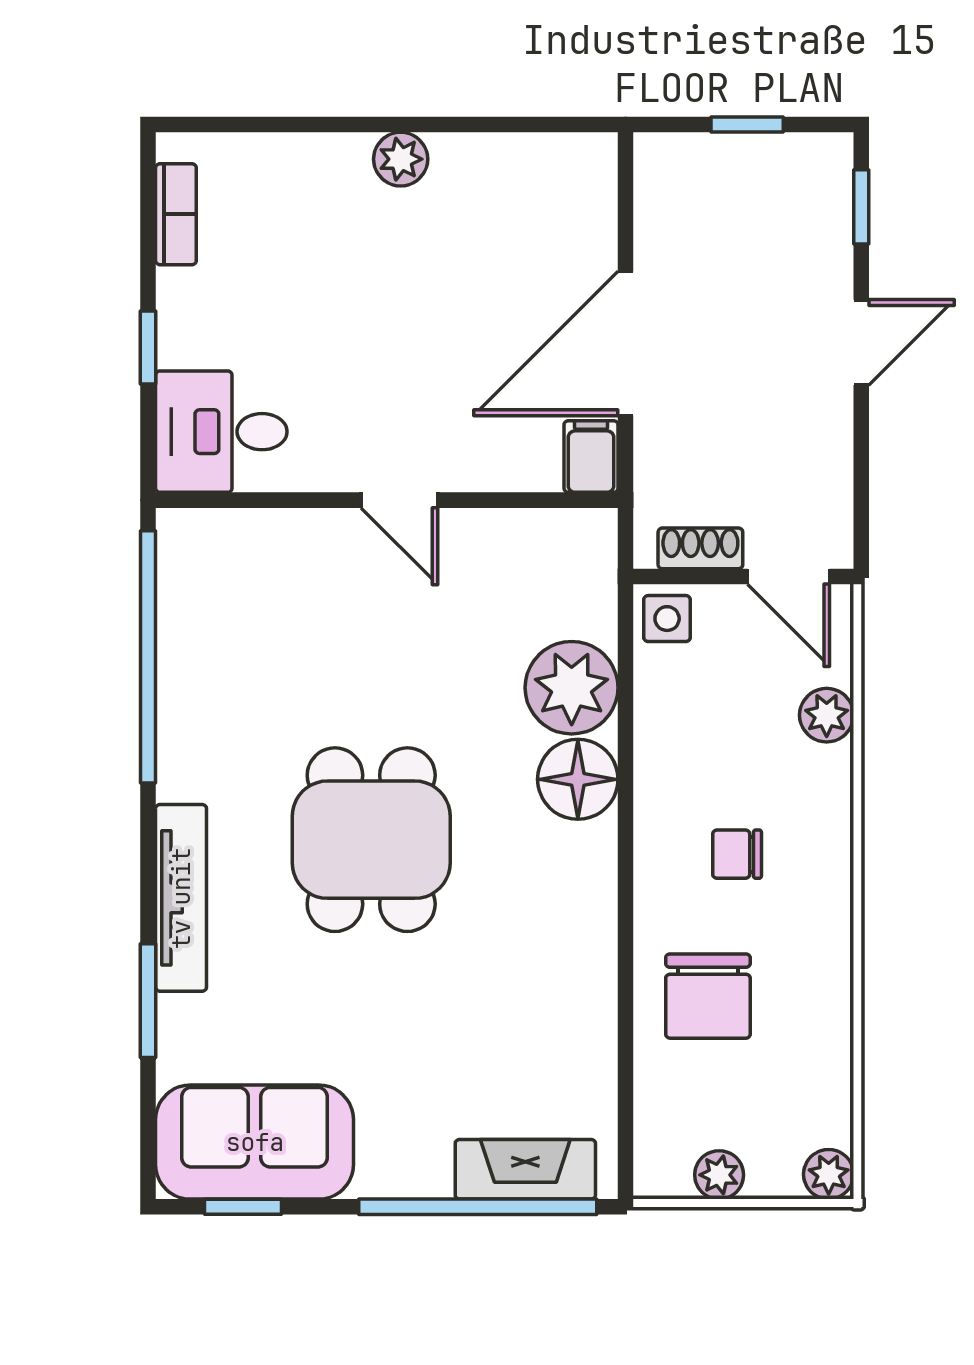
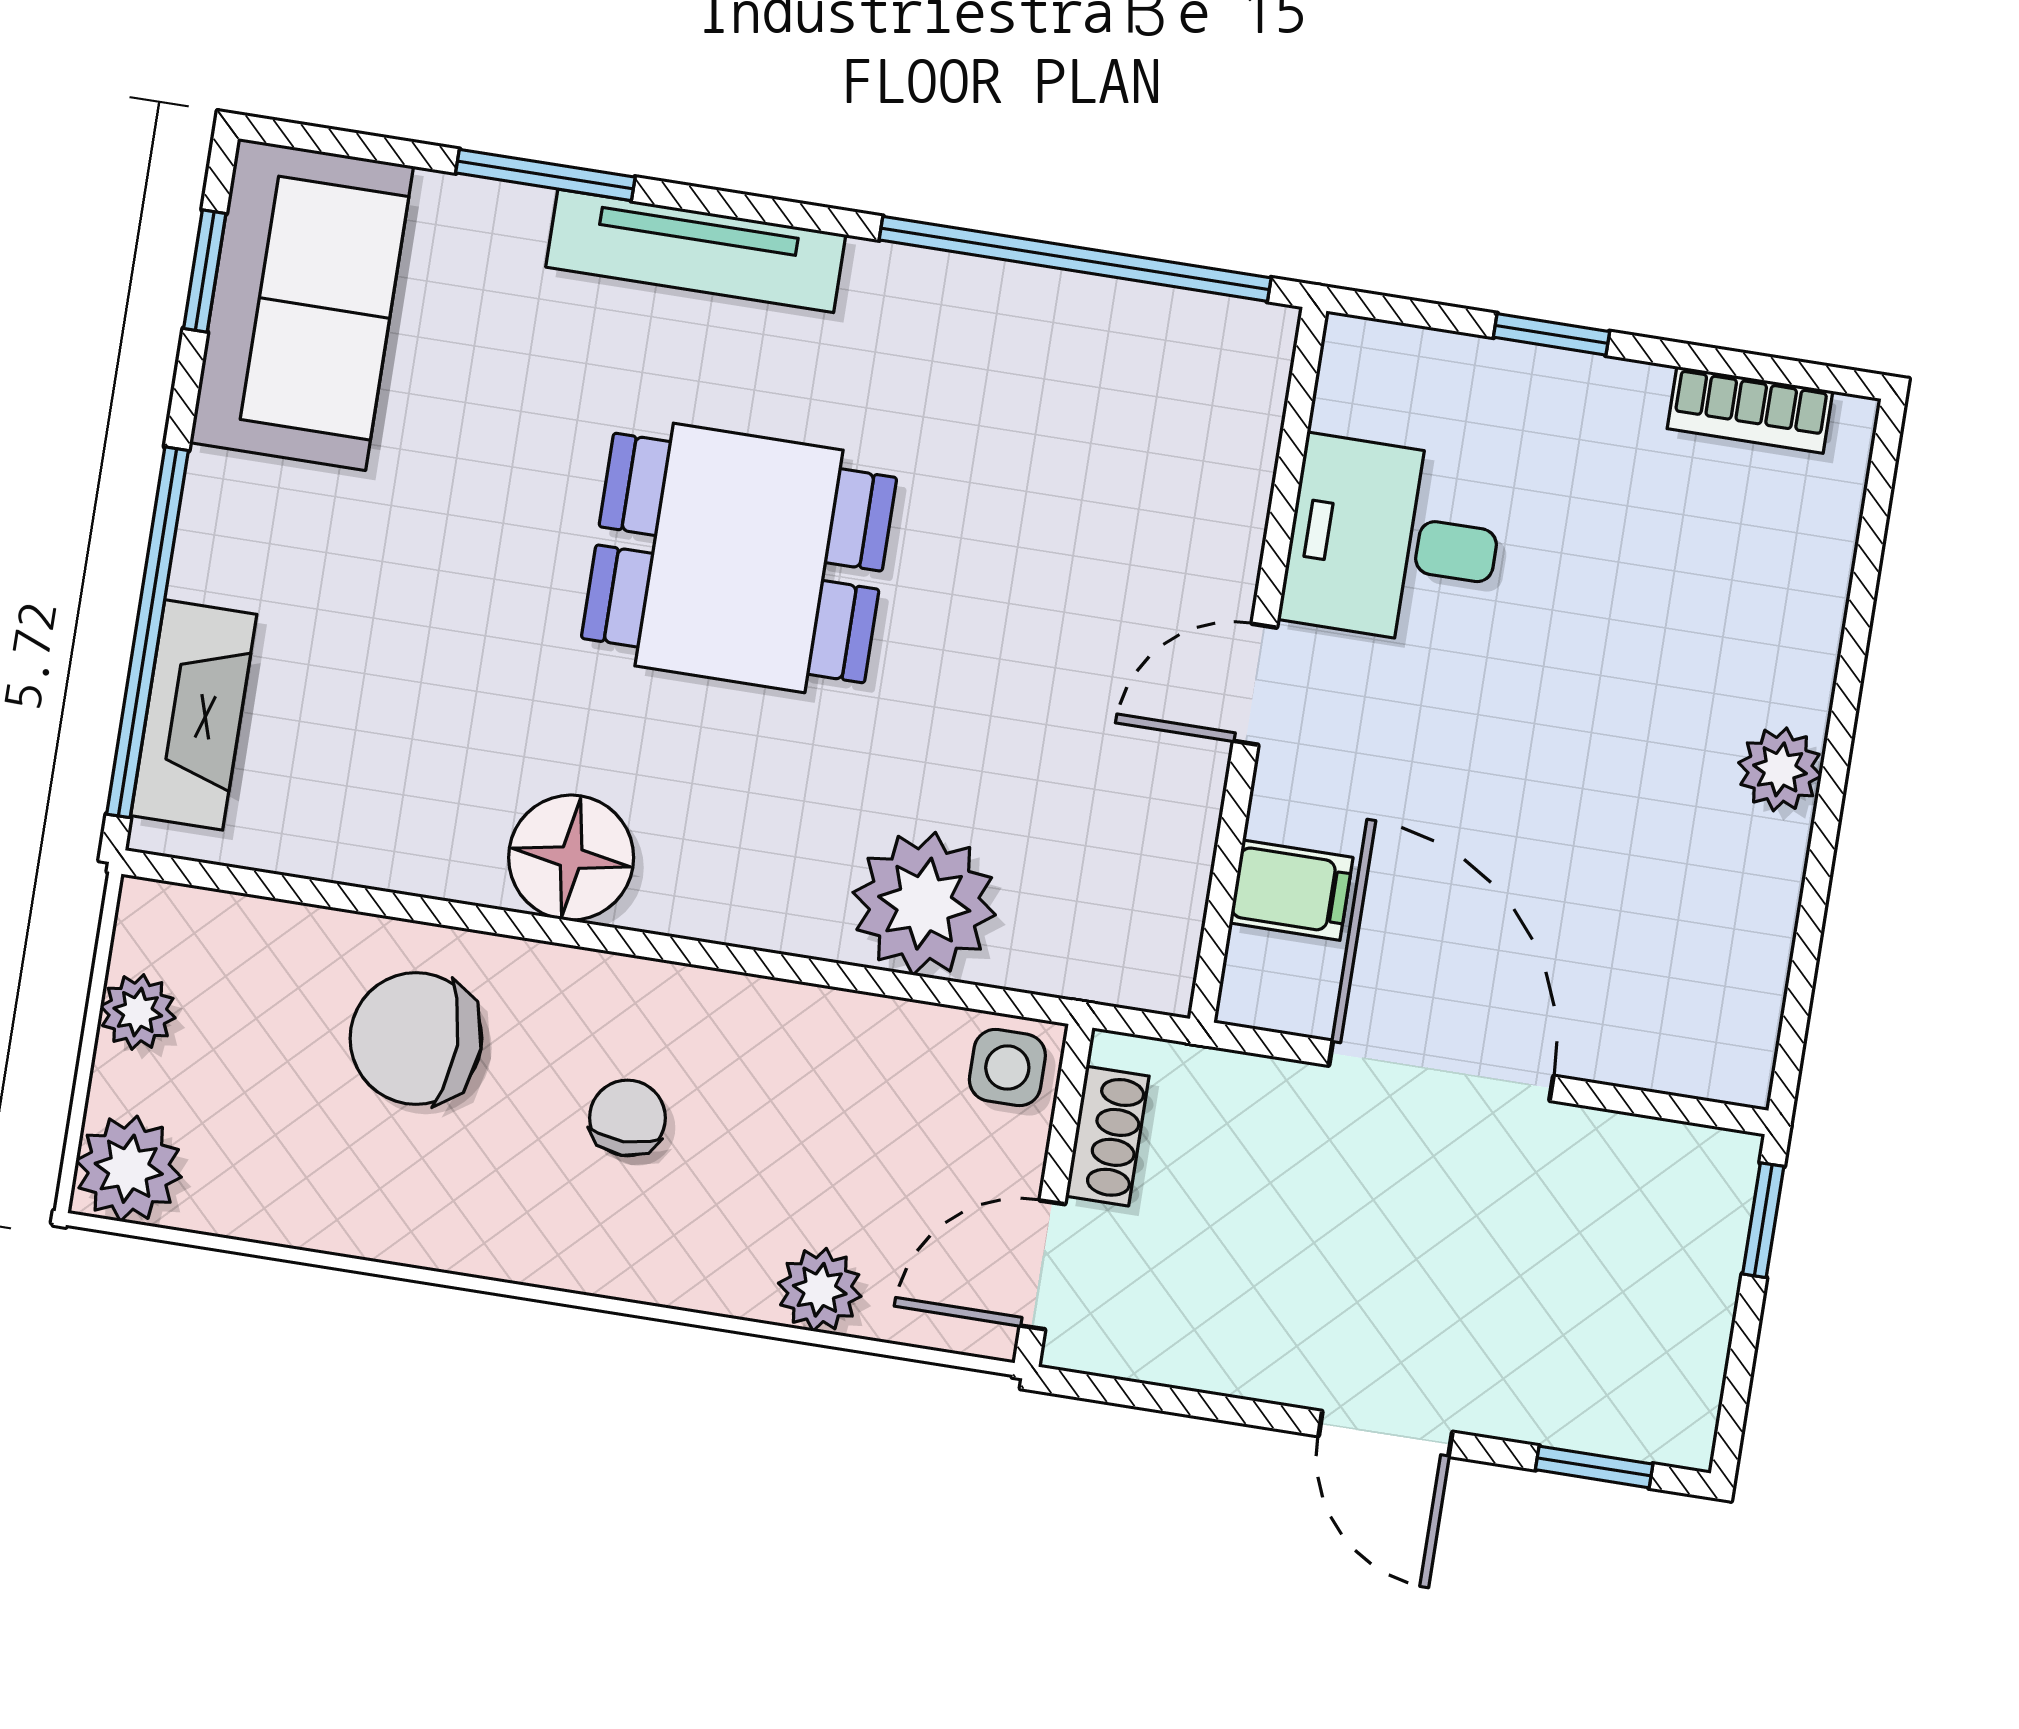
window: (747, 124) -> (1763, 1220), moved
desk: (221, 432) -> (1393, 542), moved, turned -90
filing cabinet: (591, 457) -> (1291, 890), moved
floor lamp: (578, 779) -> (571, 858), moved
plant: (829, 1174) -> (129, 1169), width x1.38, depth x1.38

